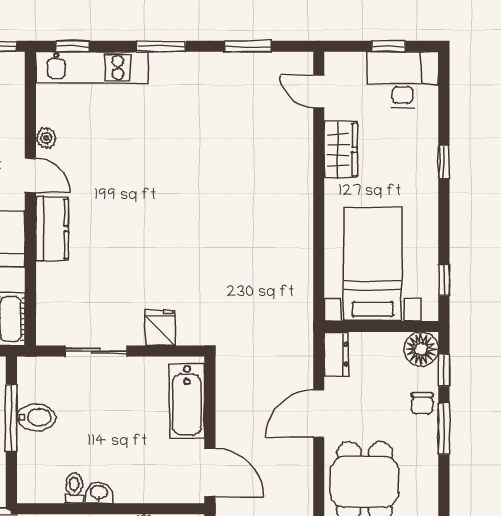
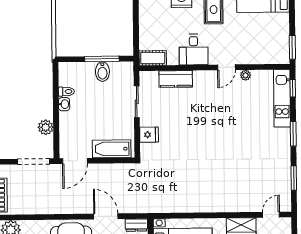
kitchen counter: (52, 229) -> (176, 79), moved

